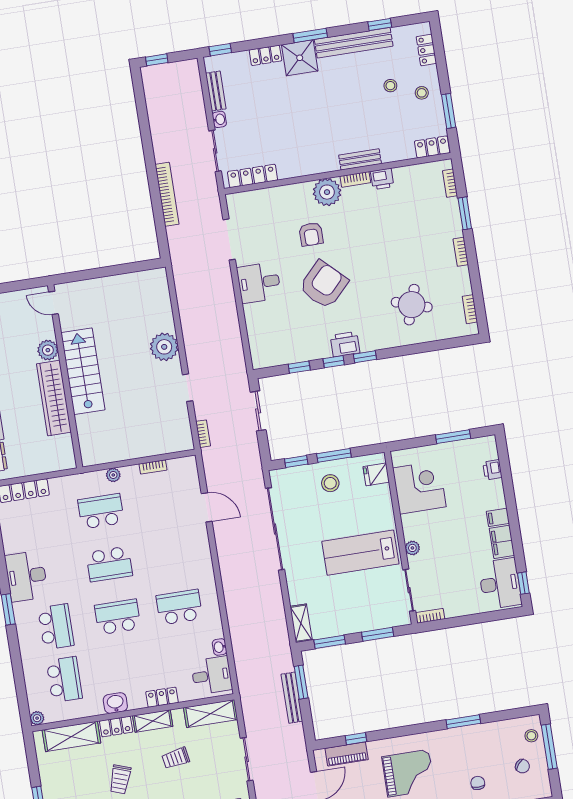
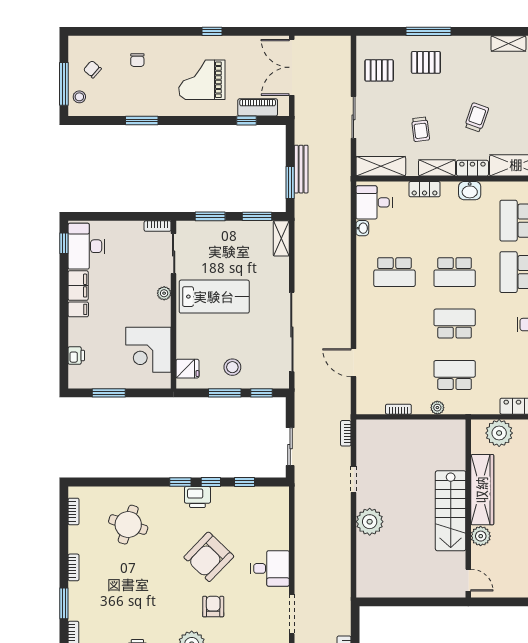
plant: (46, 459) -> (499, 433), added
school desk: (101, 511) -> (455, 375), turned 180
trolley: (176, 758) -> (421, 129), turned 93

